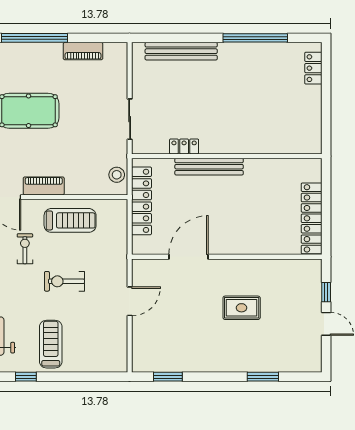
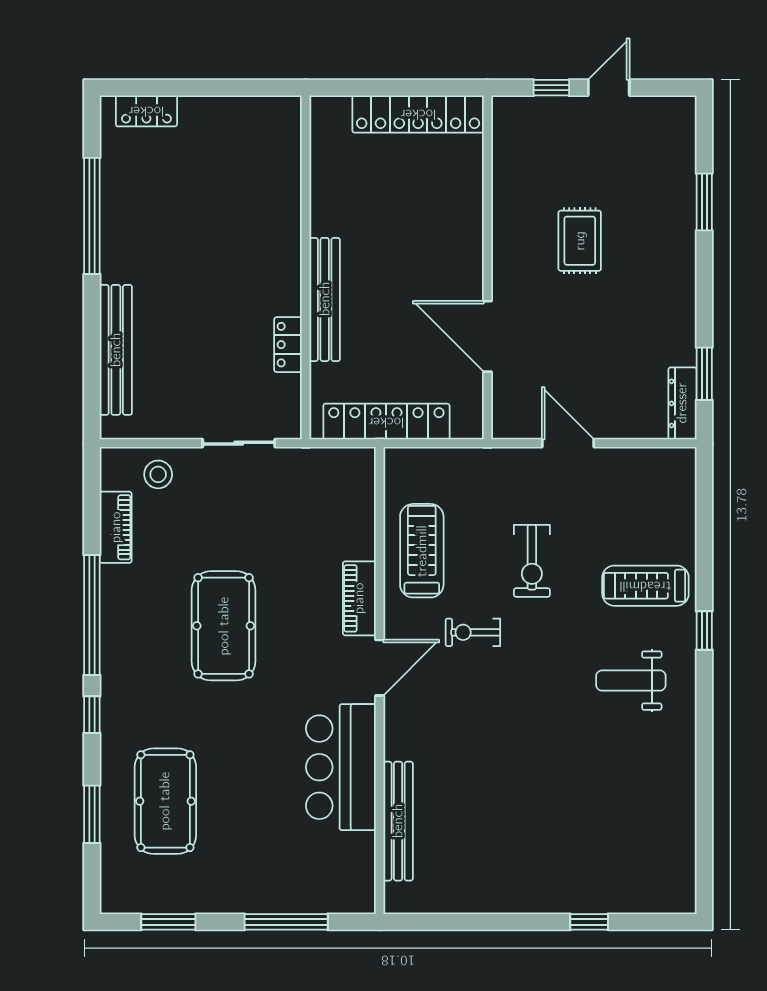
stool: (117, 175) -> (158, 474), moved
dresser: (152, 365) -> (682, 403), added

